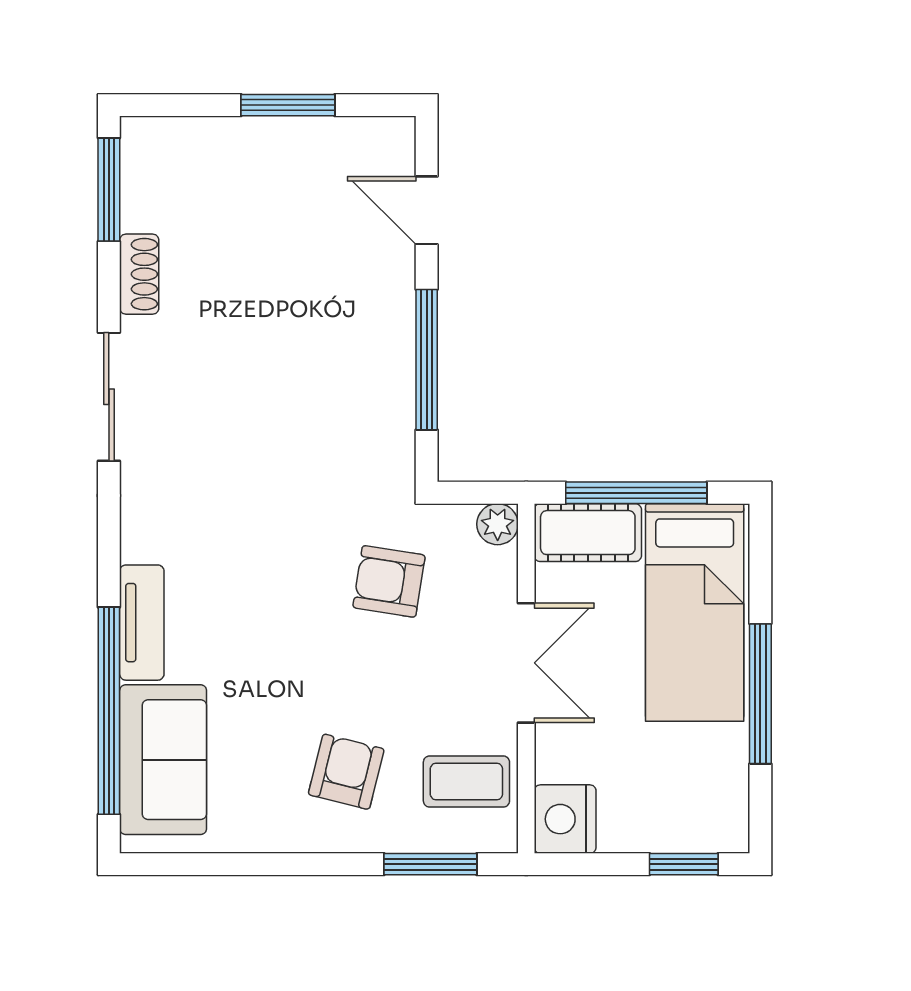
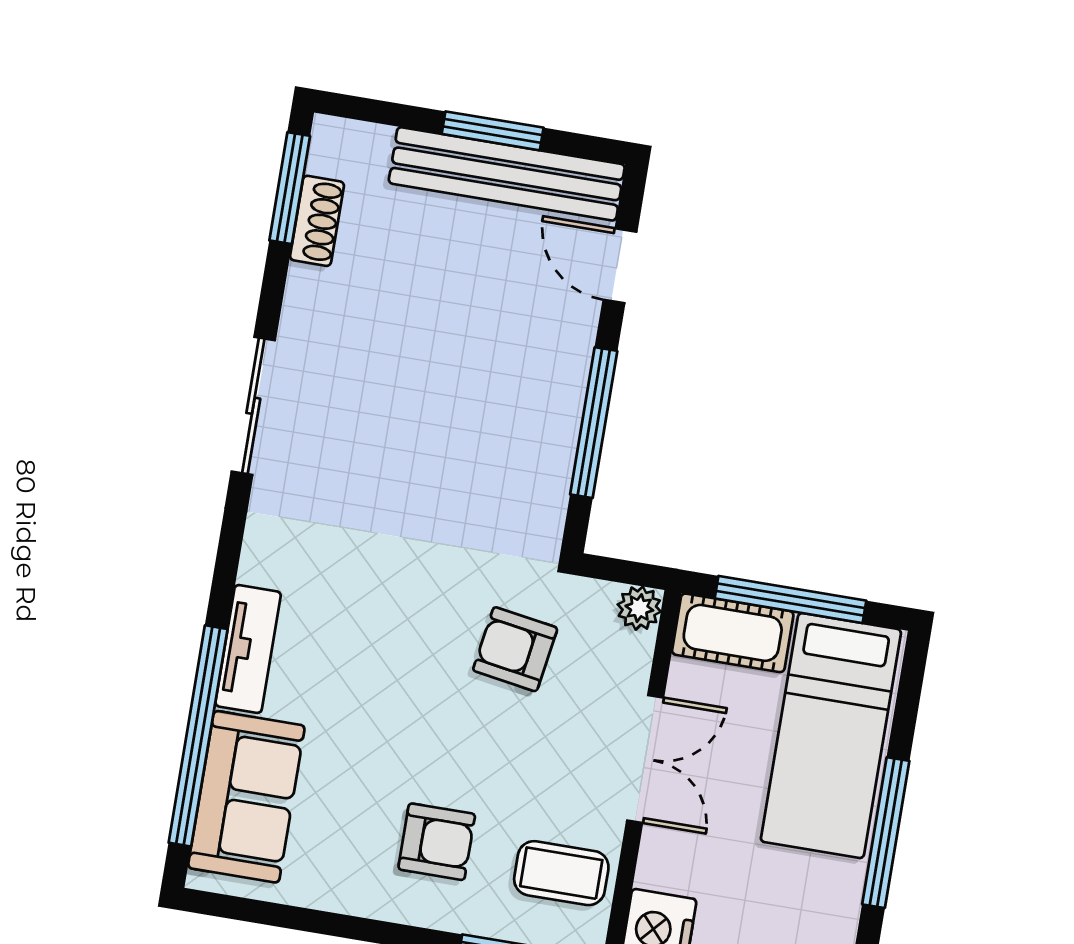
bench: (308, 143) -> (507, 174), added
shoe rack: (139, 274) -> (317, 221), moved
armchair: (346, 772) -> (437, 842), turned 76

